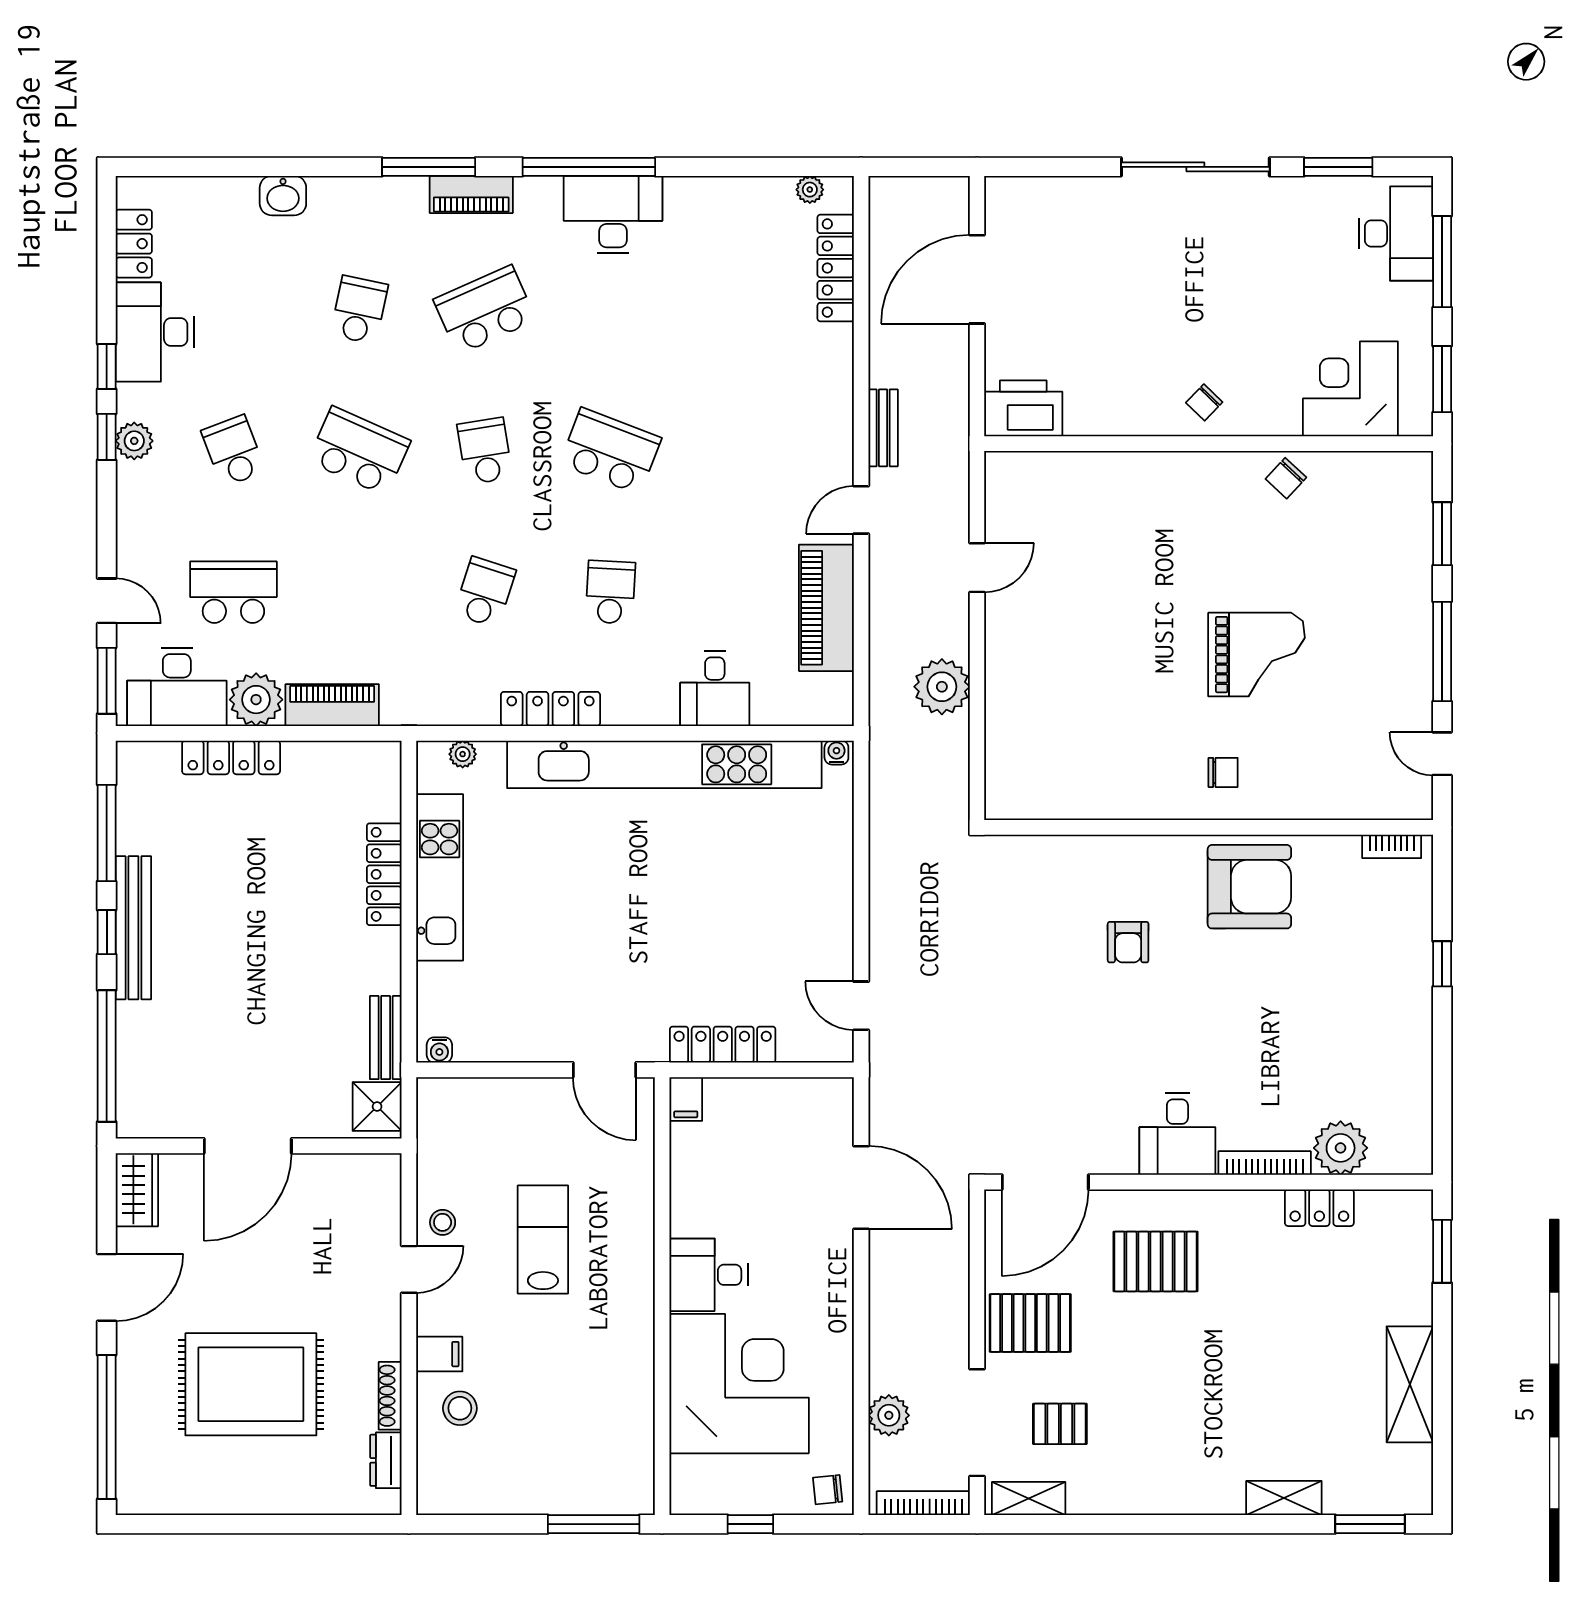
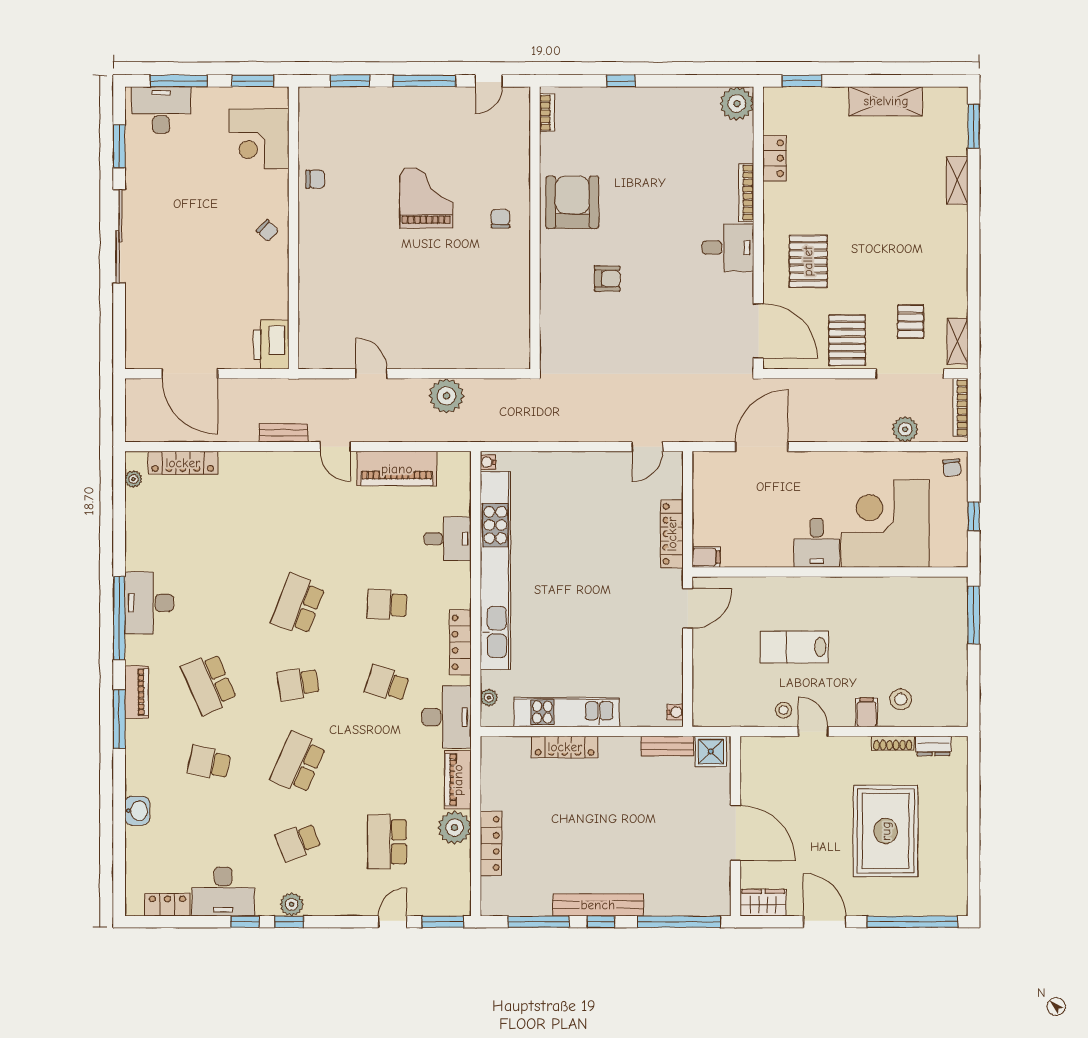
chair: (1286, 478) -> (315, 179), turned -43
desk: (177, 687) -> (447, 717), moved
plant: (1341, 1148) -> (737, 104), moved

